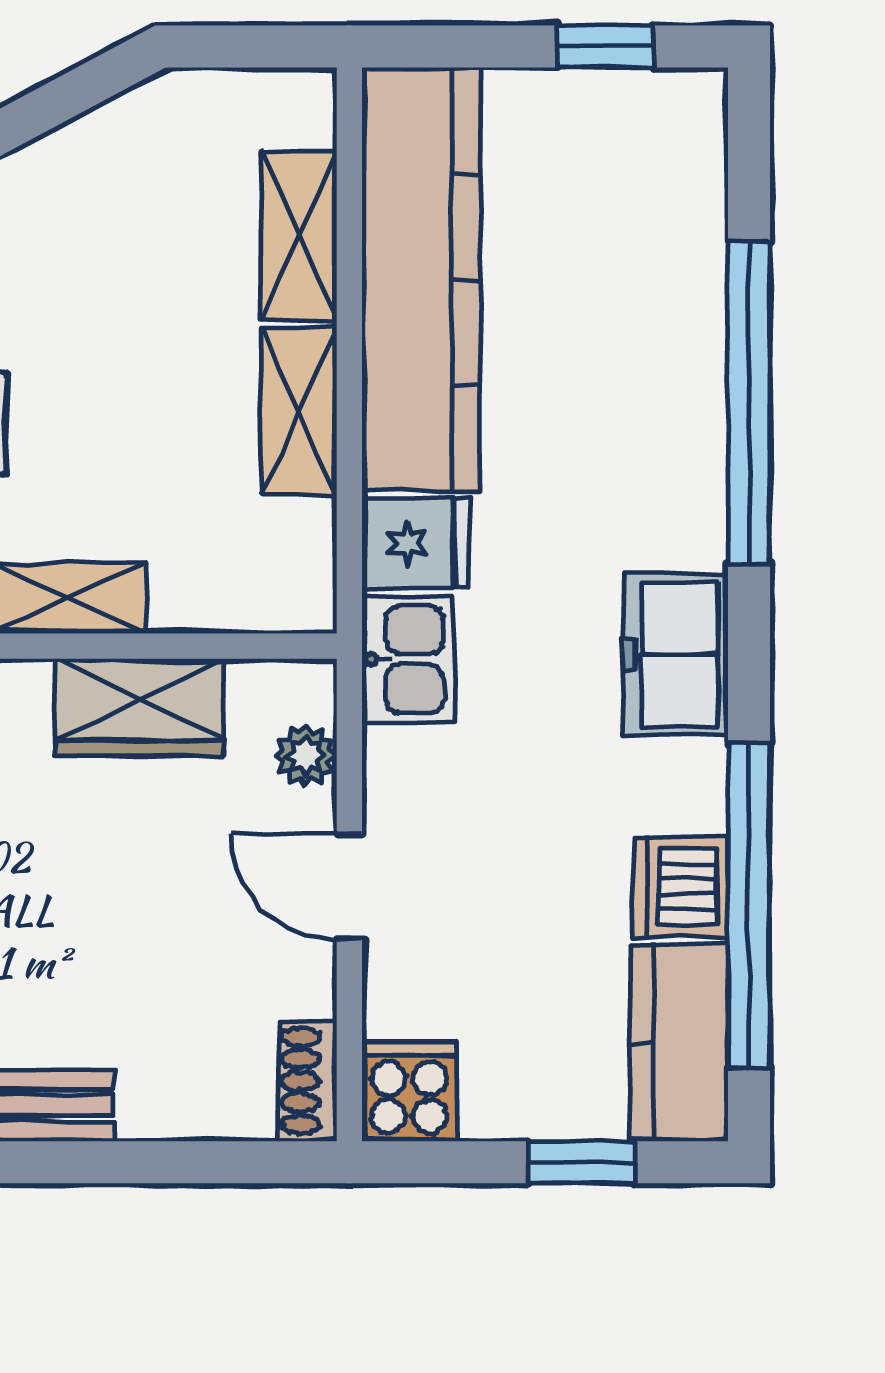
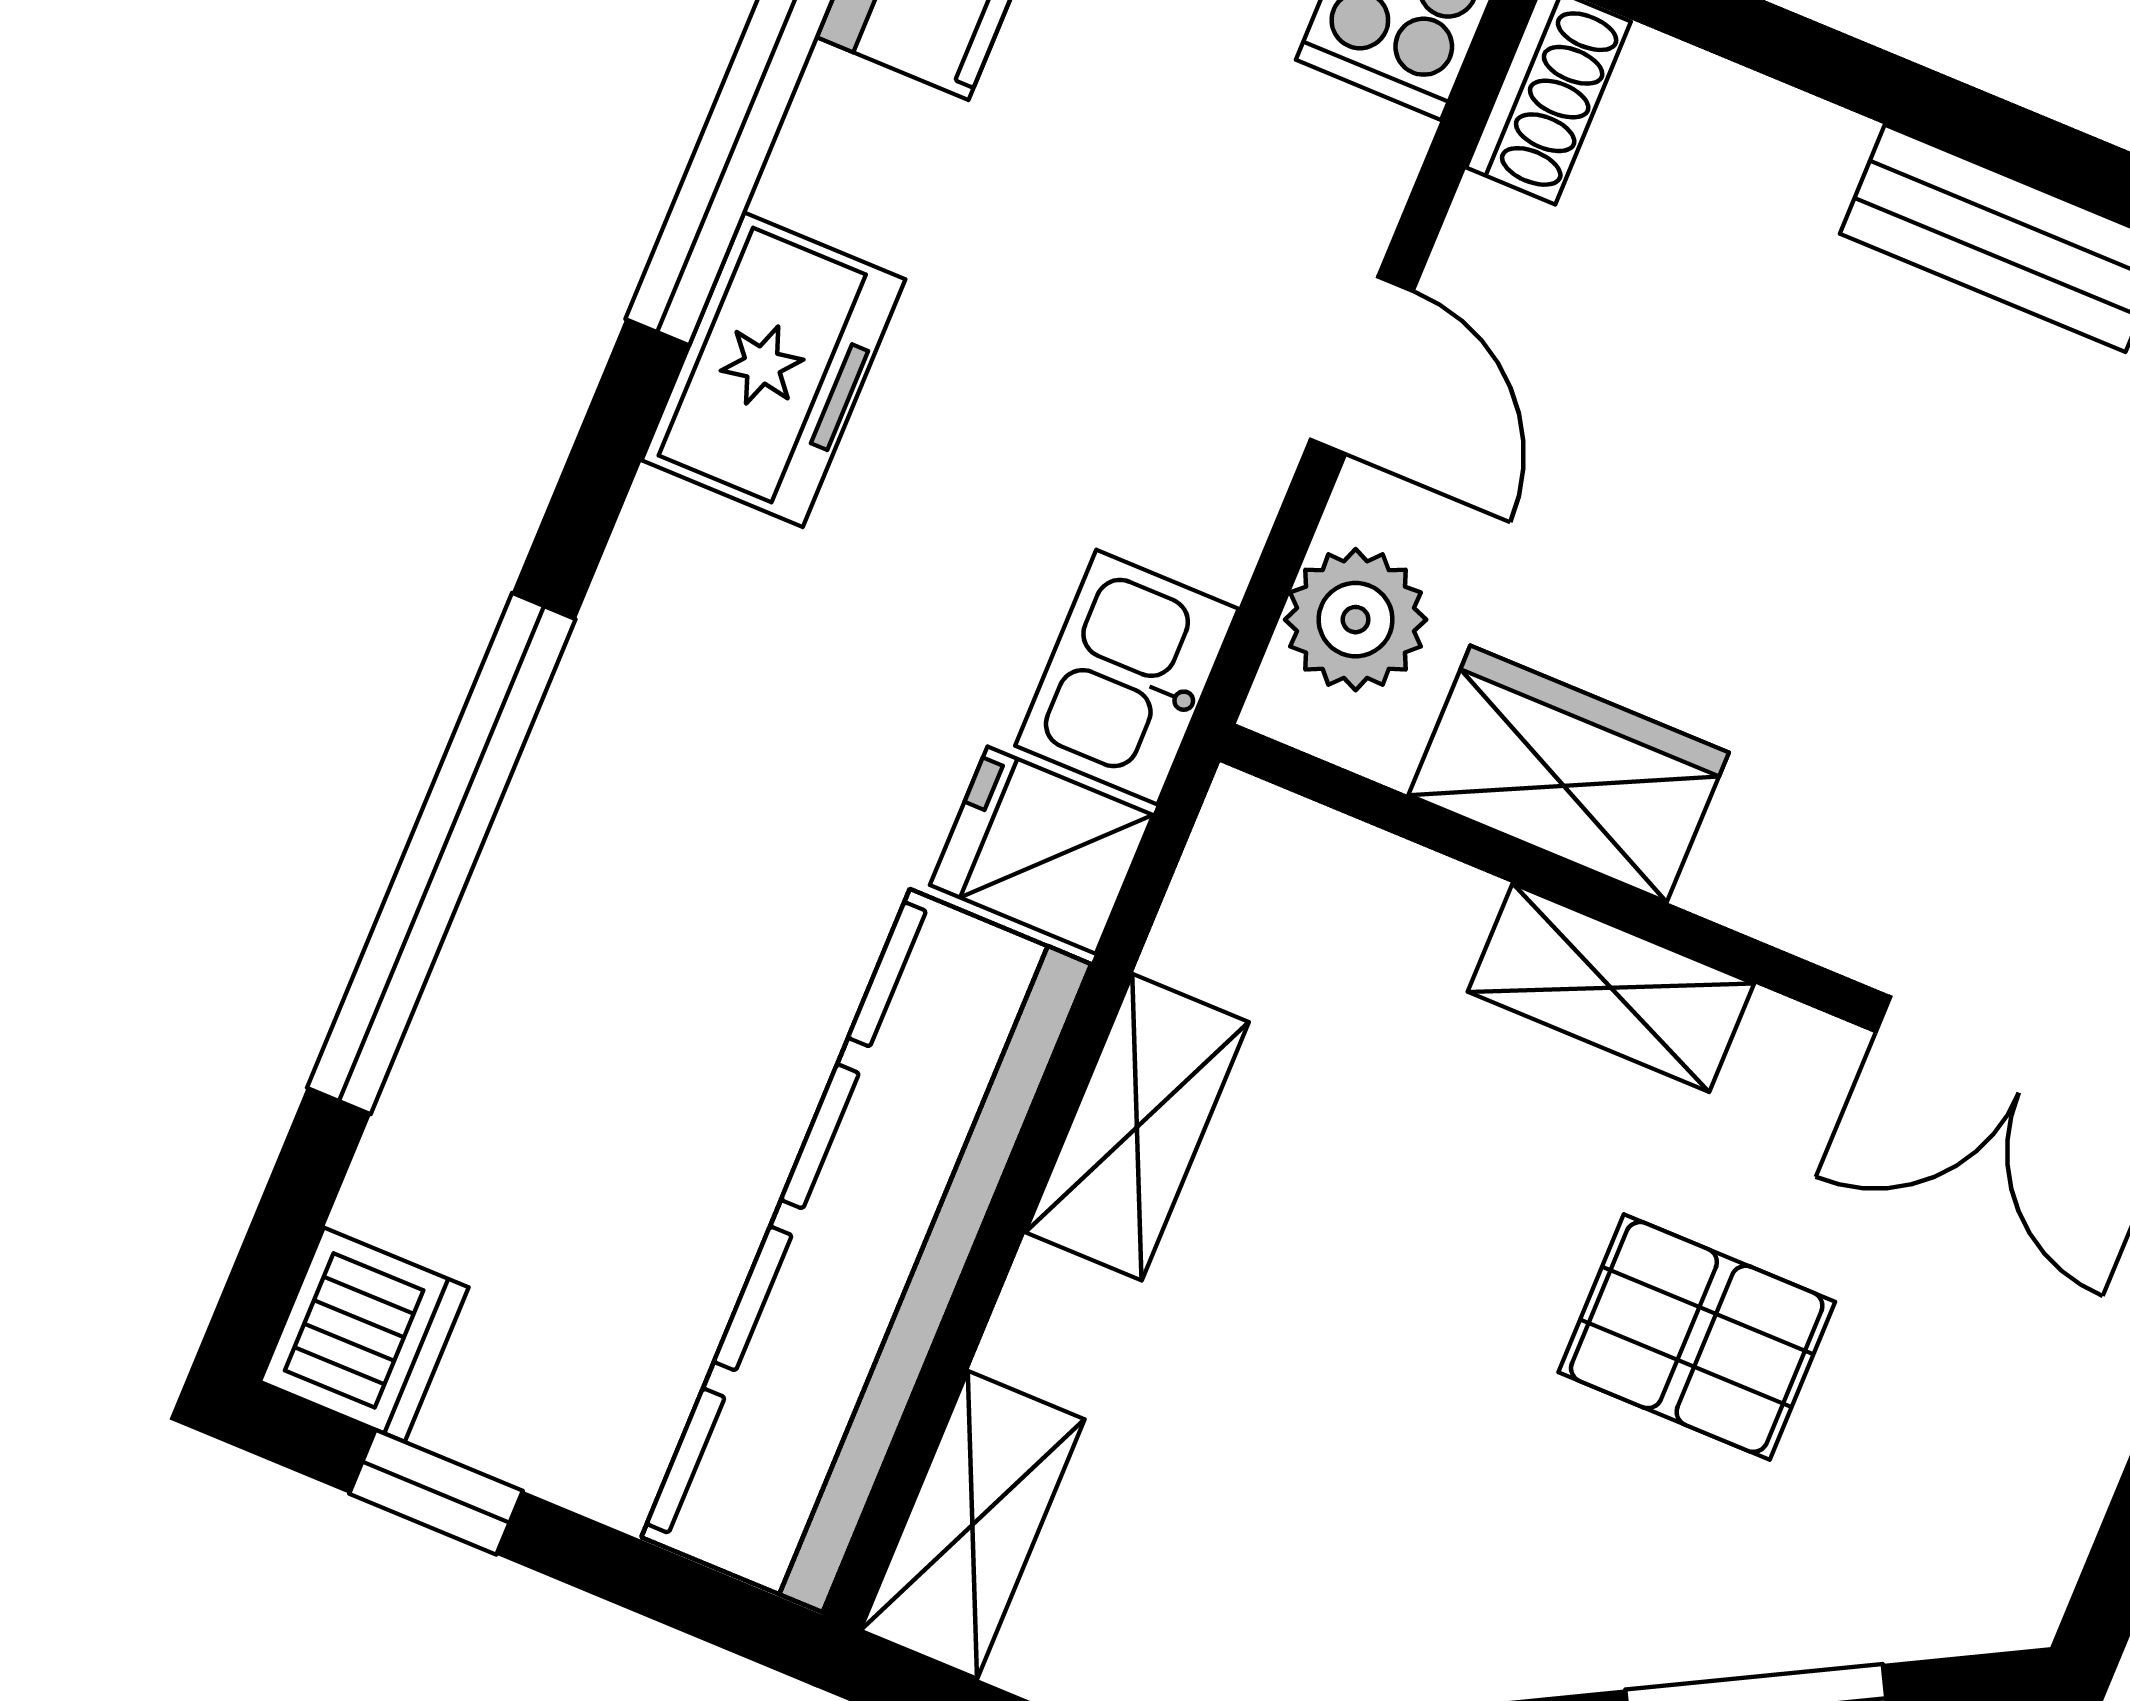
shelving: (299, 236) -> (972, 1525), moved
freezer: (676, 654) -> (774, 370), moved
plant: (306, 756) -> (1356, 620), width x1.38, depth x1.38
dishwasher: (681, 887) -> (364, 1335), moved

